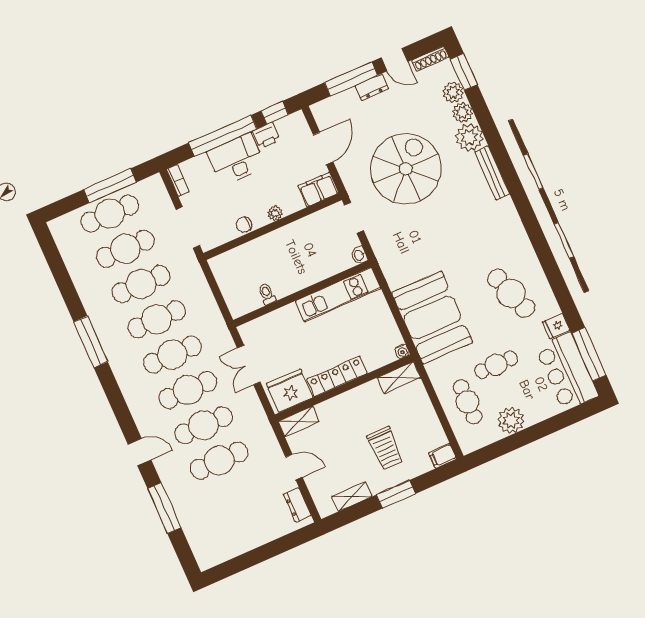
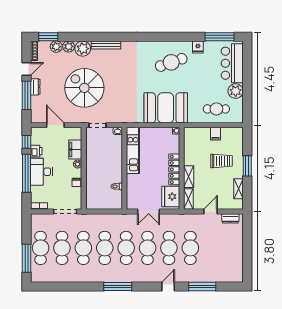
window: (110, 186) -> (27, 258), moved
filing cabinet: (318, 190) -> (75, 150), moved
window: (91, 342) -> (118, 286), moved
cafe table: (496, 365) -> (204, 86), removed
bar counter: (567, 372) -> (232, 63), moved, turned 90
shelving: (399, 378) -> (189, 177), moved
filing cabinet: (443, 456) -> (215, 134), moved

